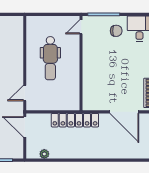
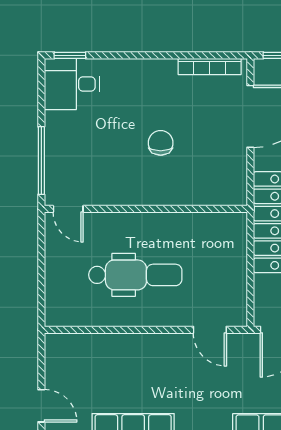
chair: (116, 31) -> (161, 143), moved

